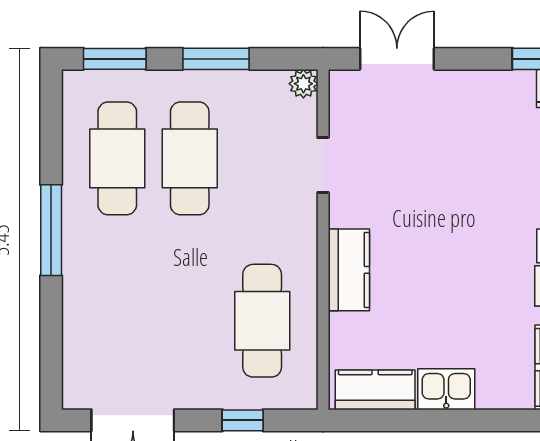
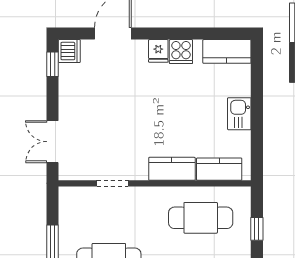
plant: (303, 84) -> (67, 194), removed
kitchen counter: (375, 390) -> (219, 169), moved, turned 90

